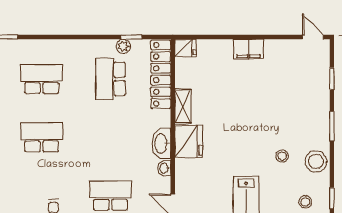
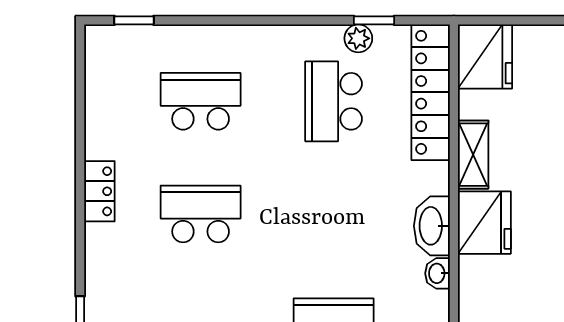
fridge: (185, 48) -> (485, 57), width x1.88, depth x1.34

